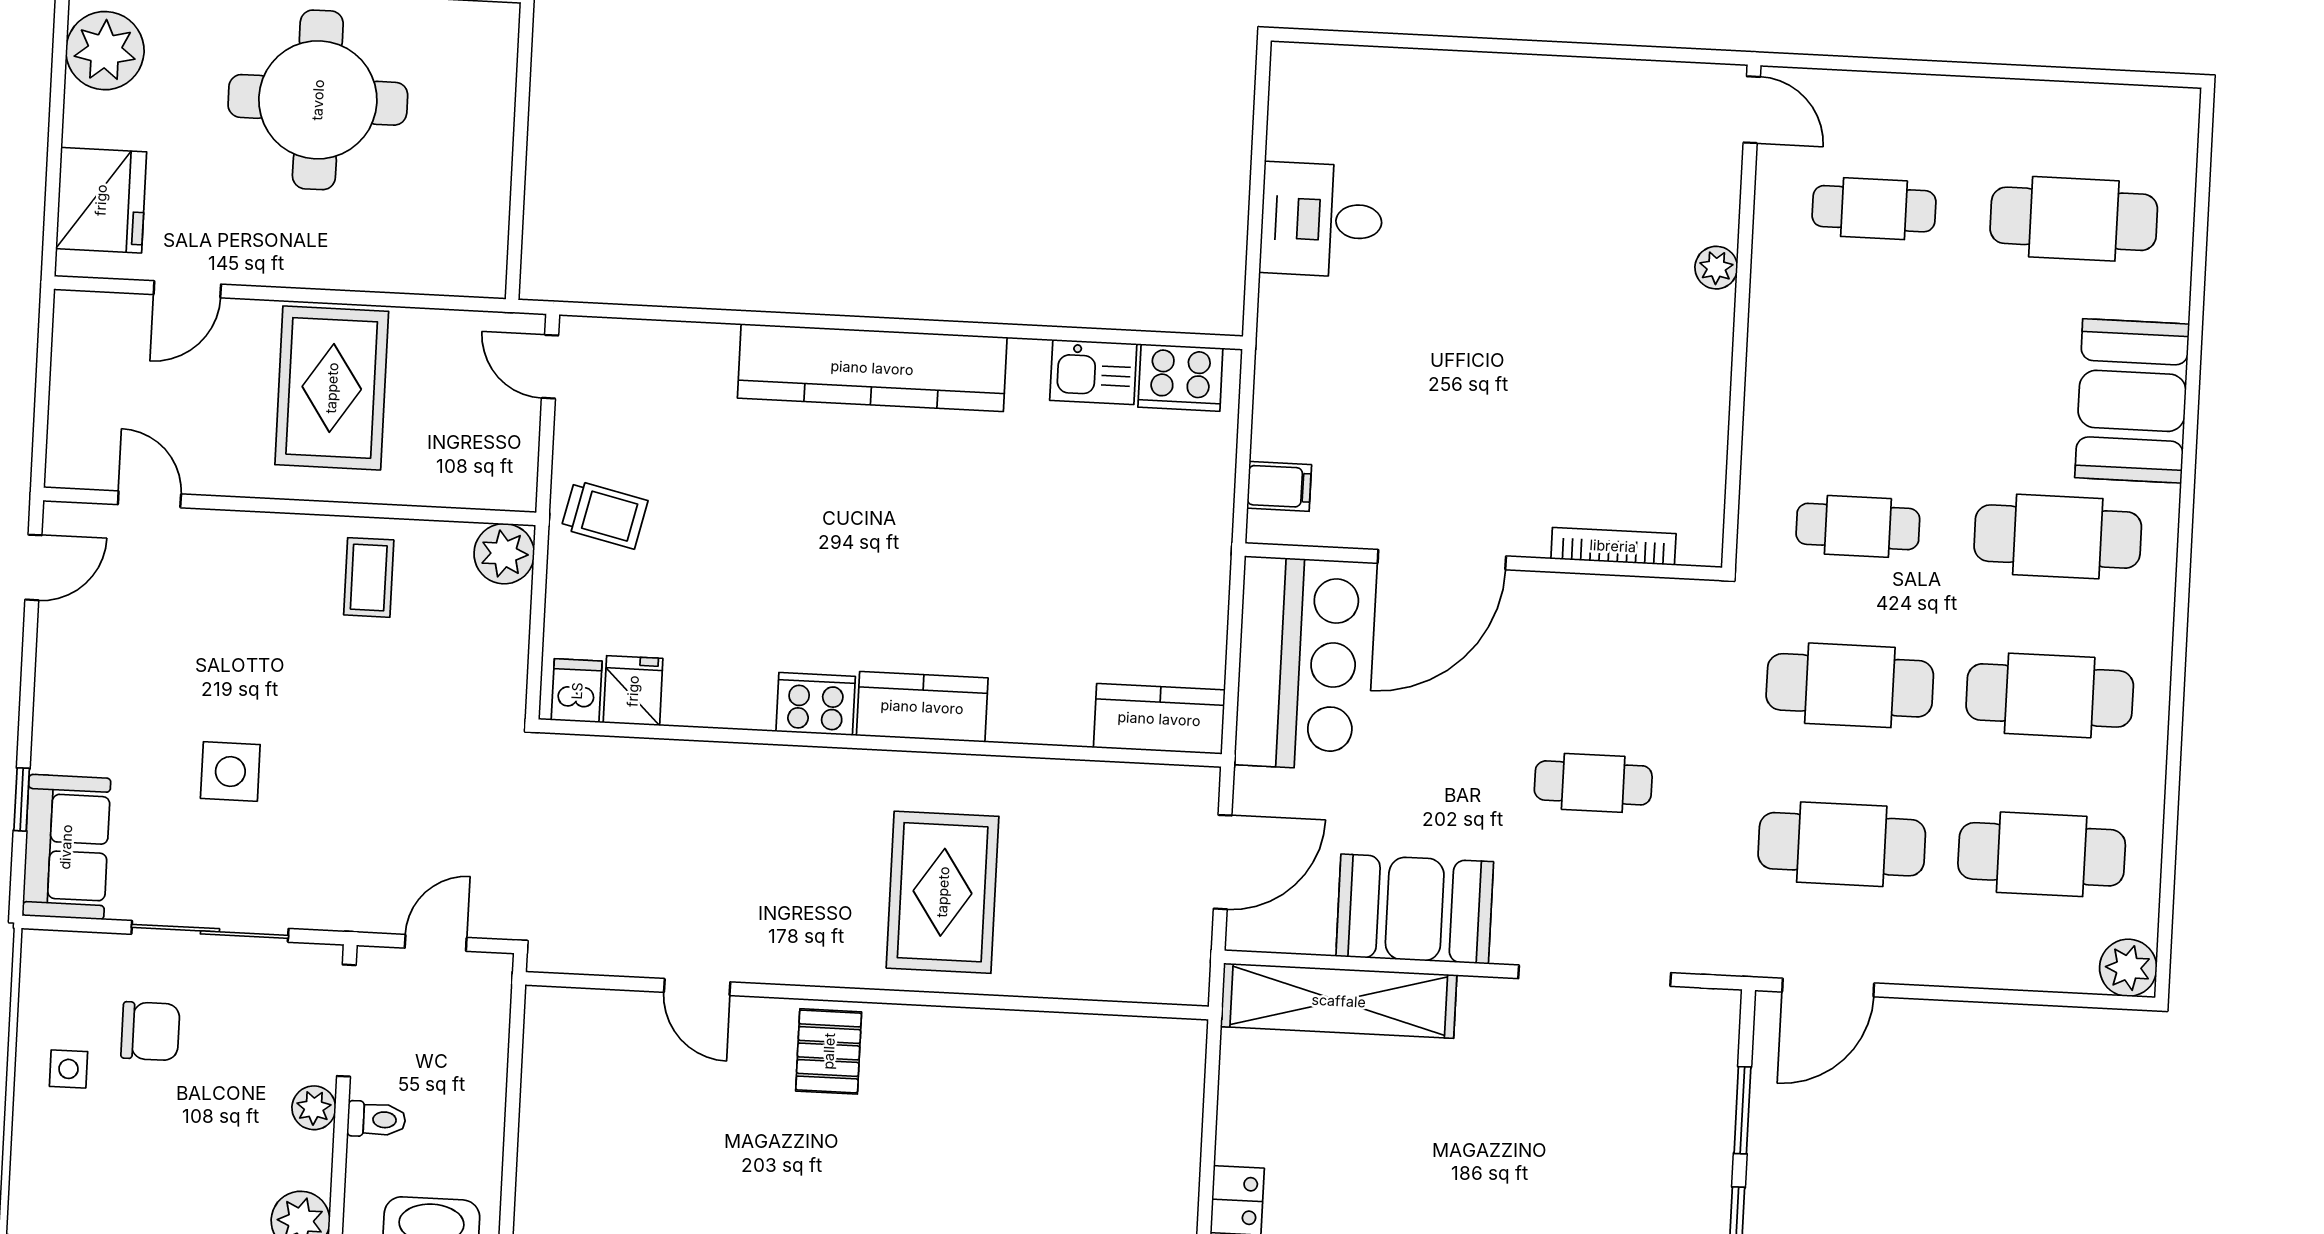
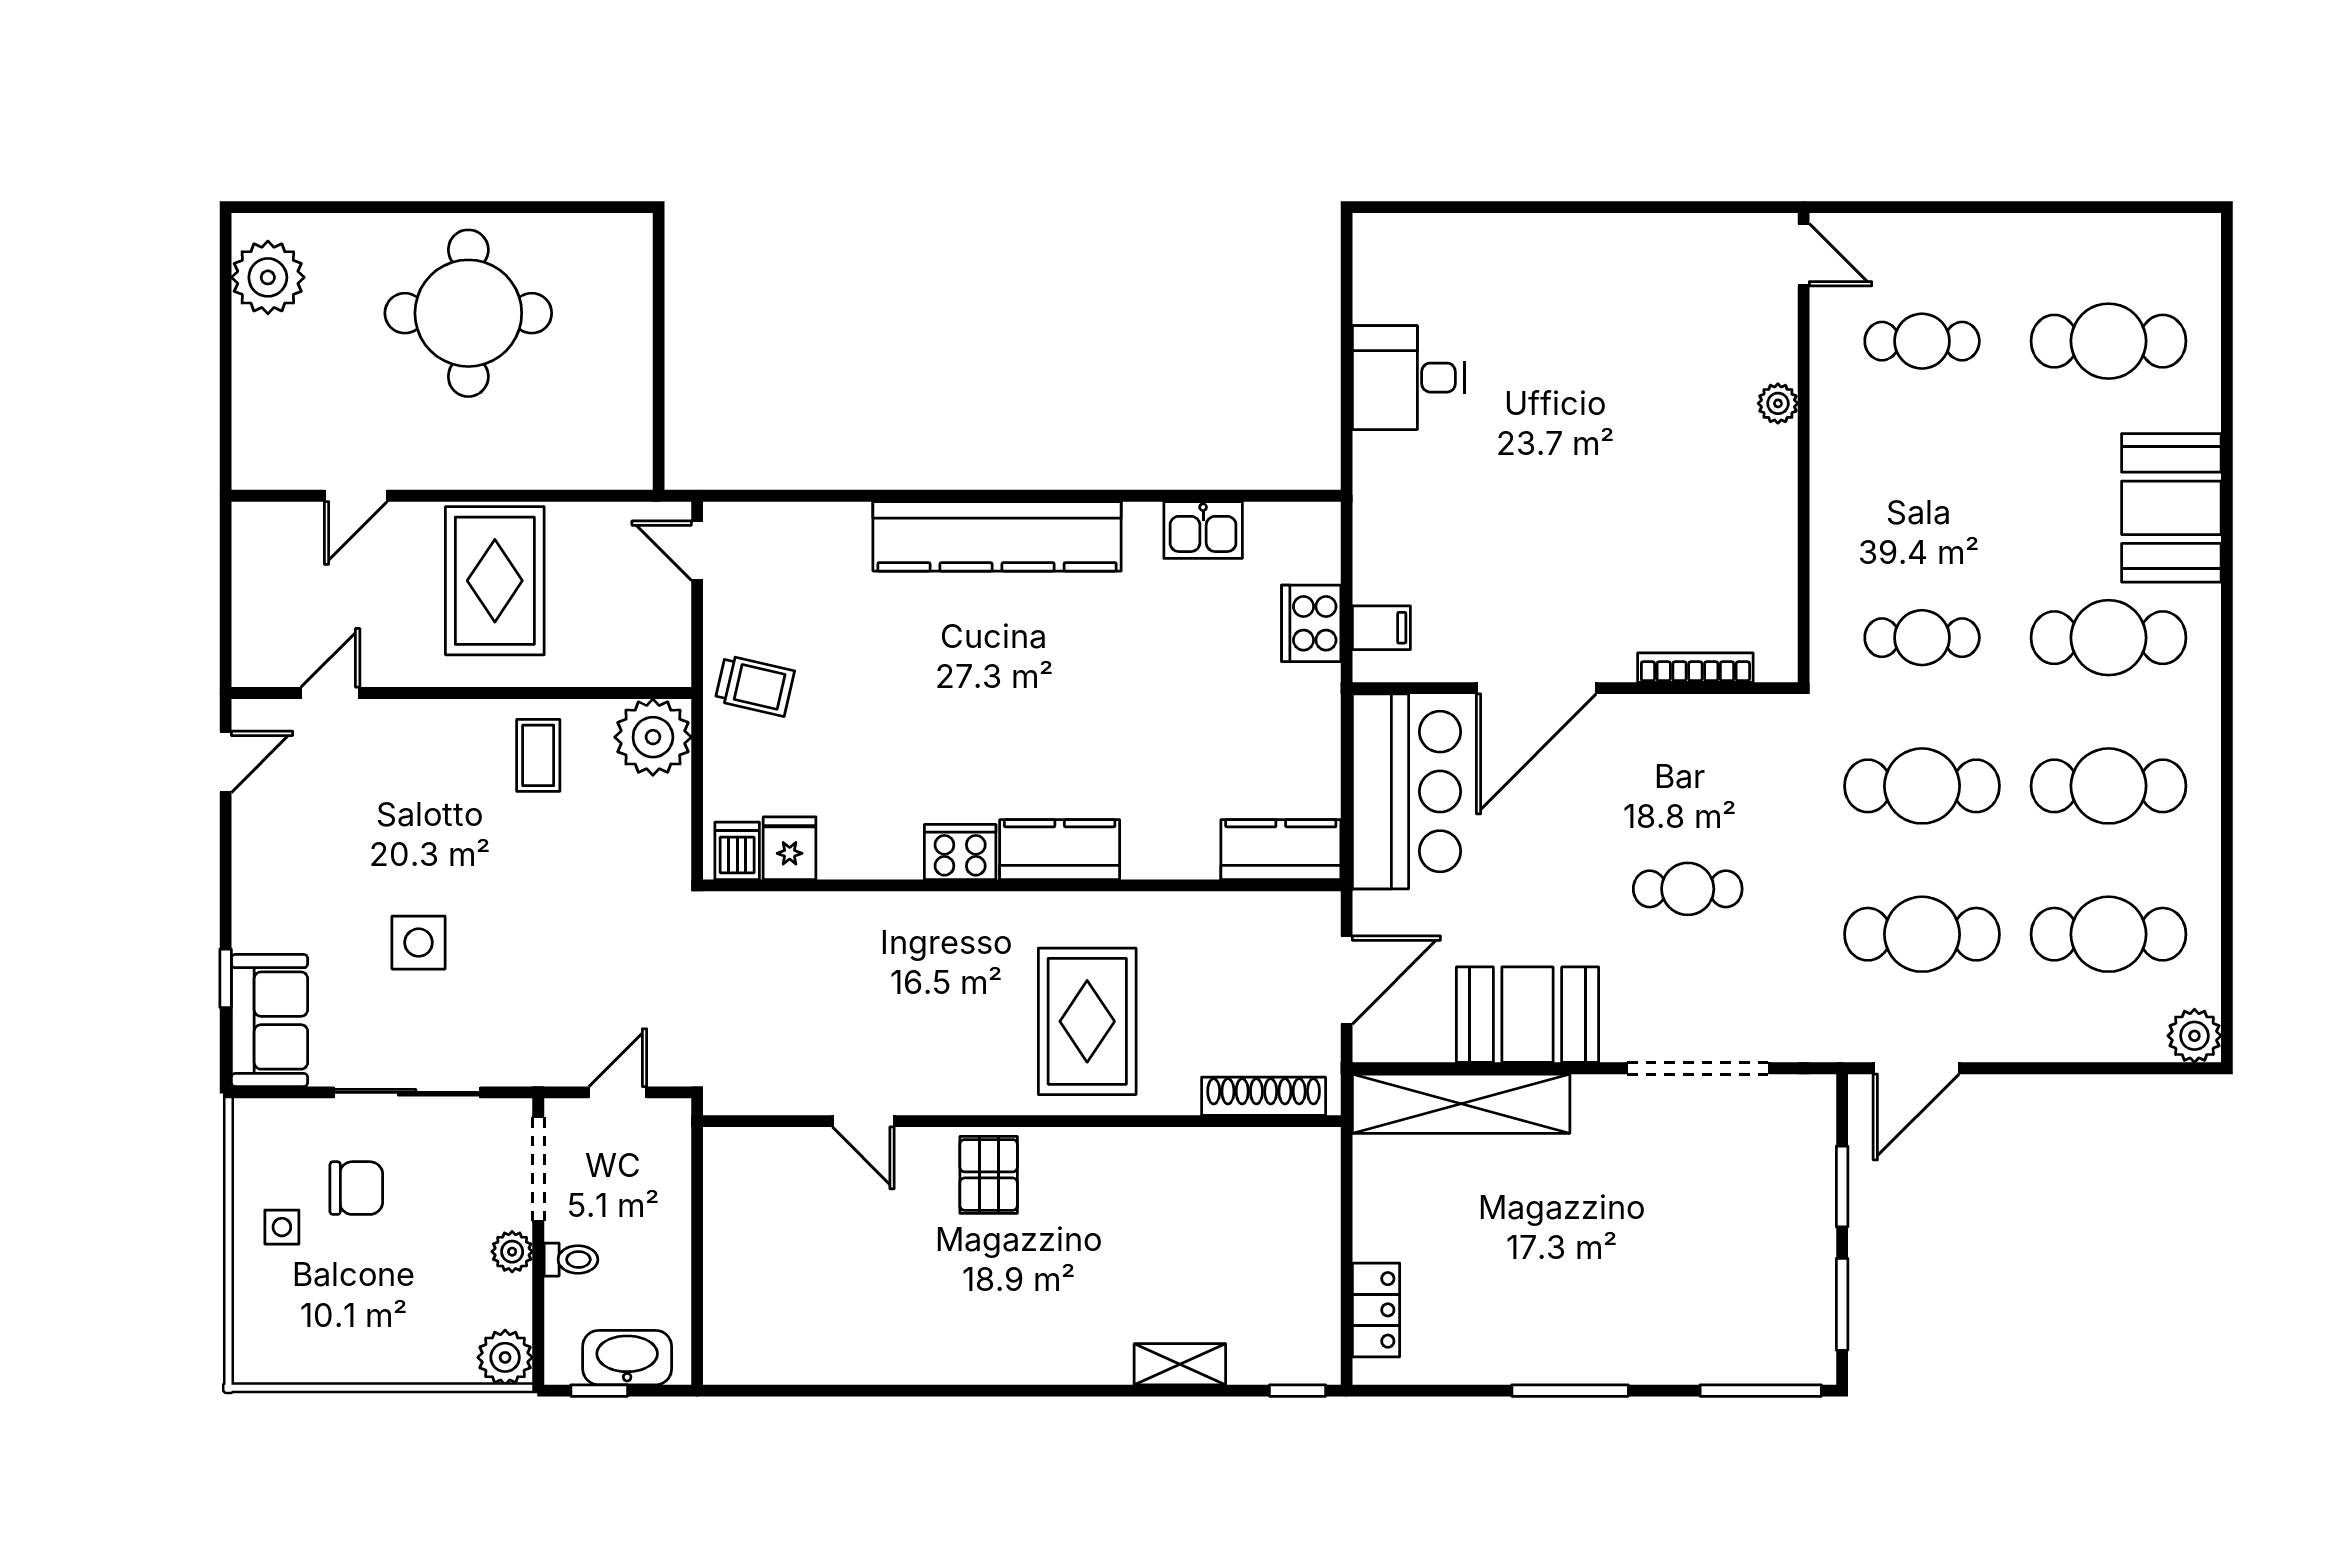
fridge: (101, 200) -> (271, 417), removed
cooker: (1180, 378) -> (1311, 623), moved, turned 90
door: (149, 499) -> (330, 693), hinge flipped
plant: (504, 554) -> (653, 737), width x1.36, depth x1.36
shoe rack: (1127, 982) -> (1264, 1096), added

